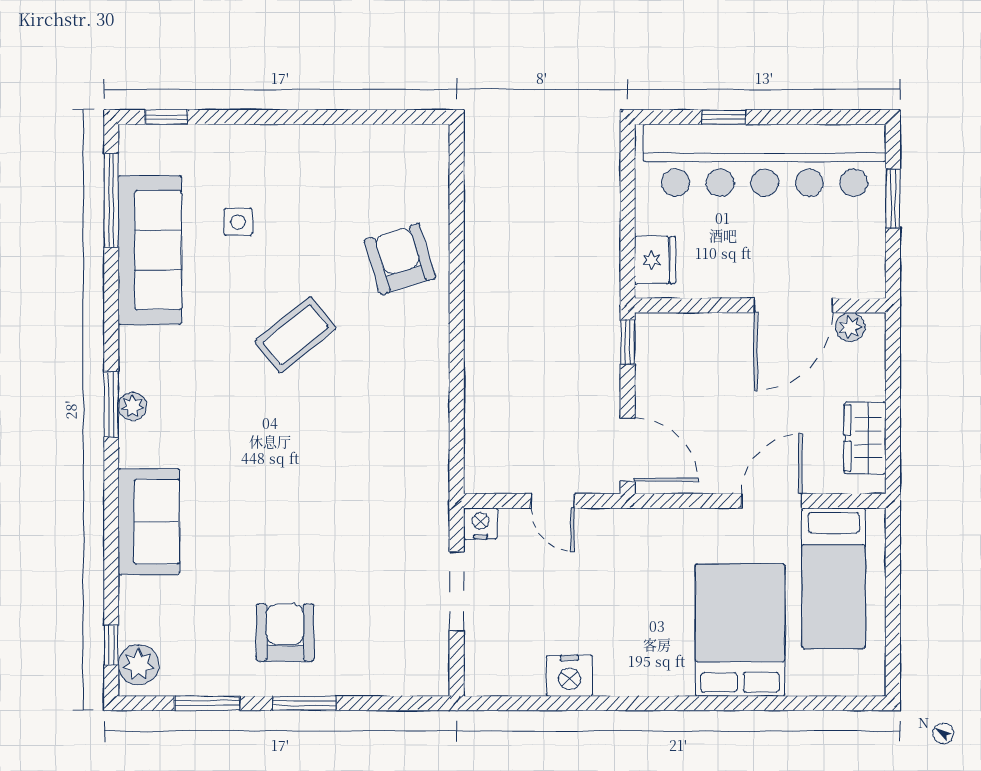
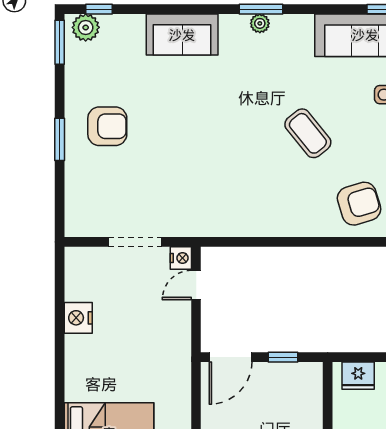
window: (628, 342) -> (283, 357), moved
door: (552, 501) -> (196, 285), moved
window: (207, 703) -> (60, 42), moved

